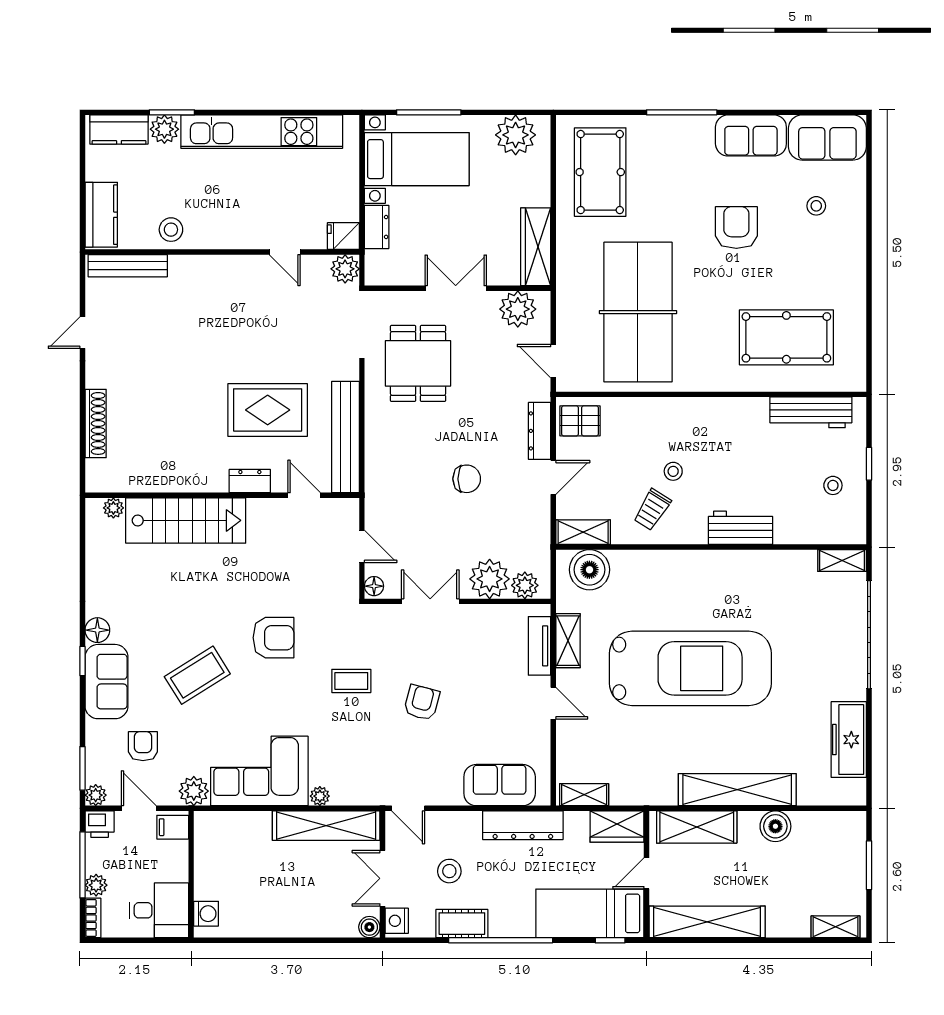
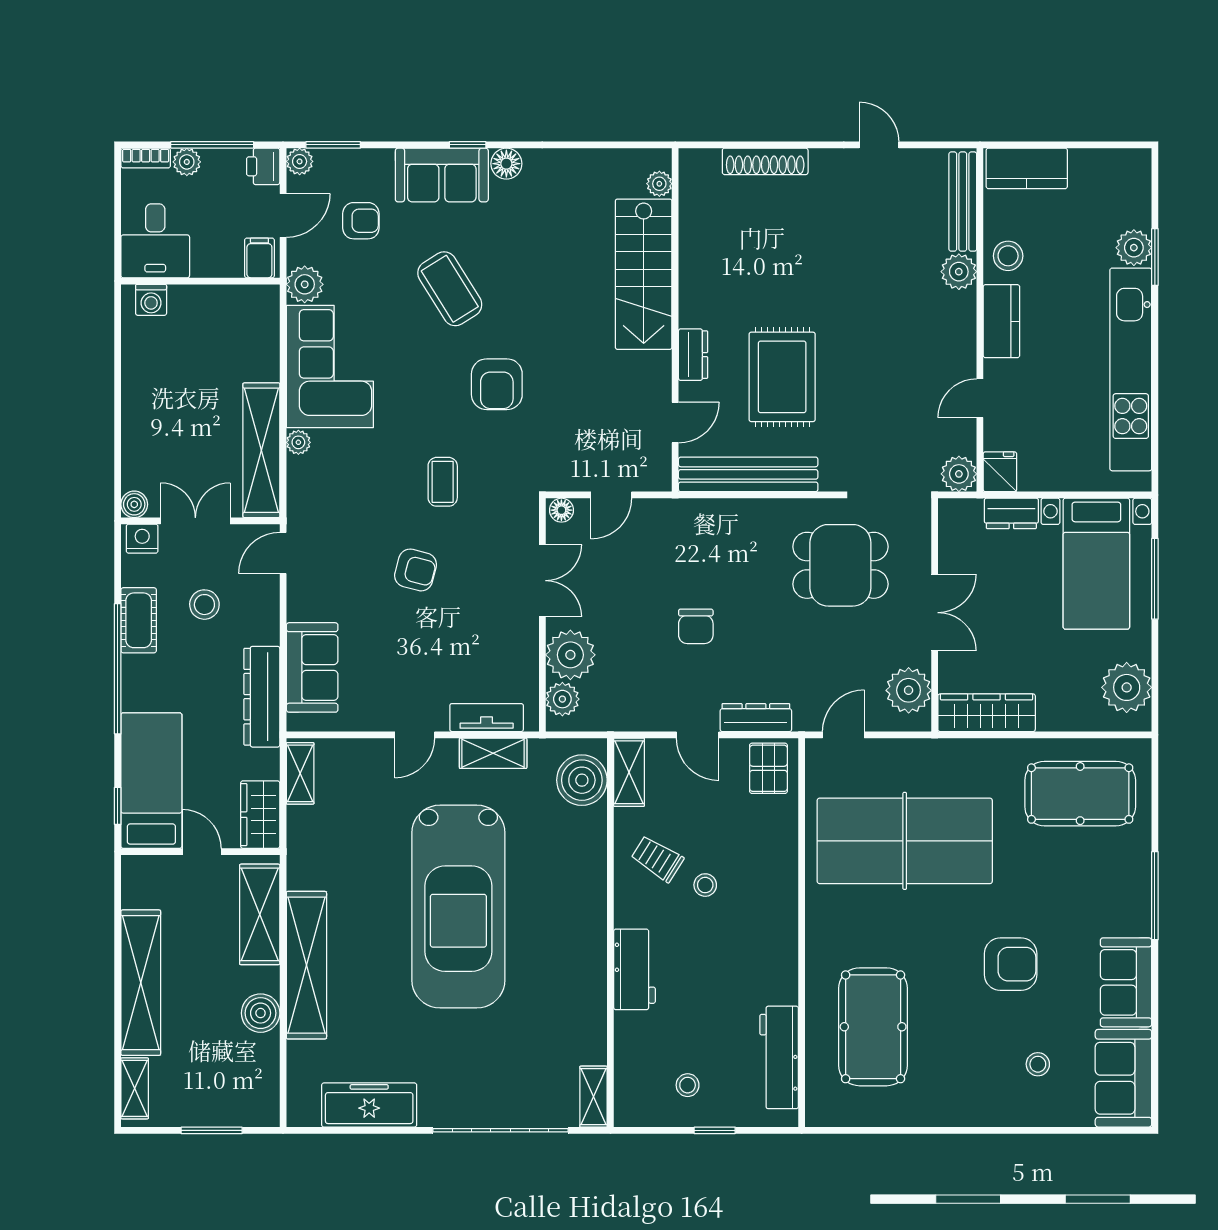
kitchen counter: (119, 130) -> (1001, 321), moved, turned 180
plant: (184, 269) -> (959, 272), added
shelving: (707, 922) -> (141, 983), moved

